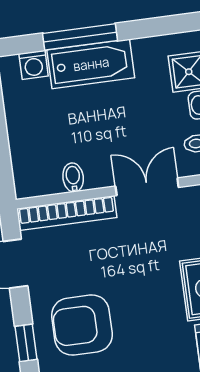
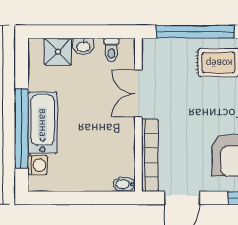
window: (80, 37) -> (22, 128), width x1.46
bidet: (73, 177) -> (124, 184), moved

